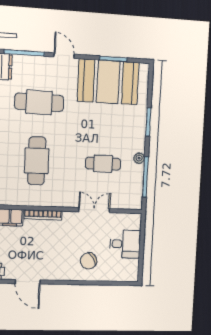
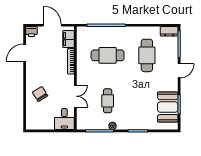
booth: (108, 82) -> (168, 107), width x0.73, depth x0.70
desk: (125, 244) -> (64, 119), moved

